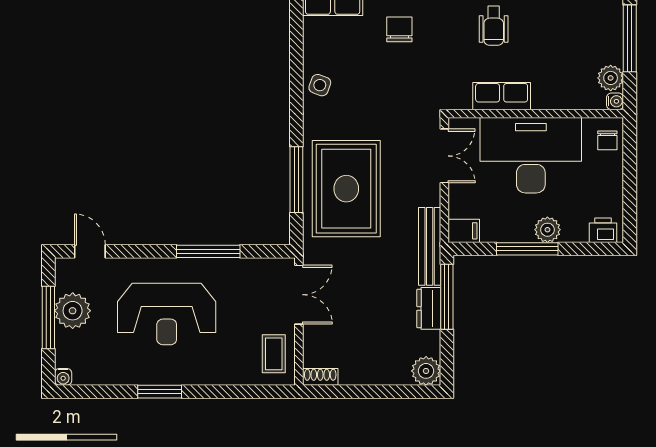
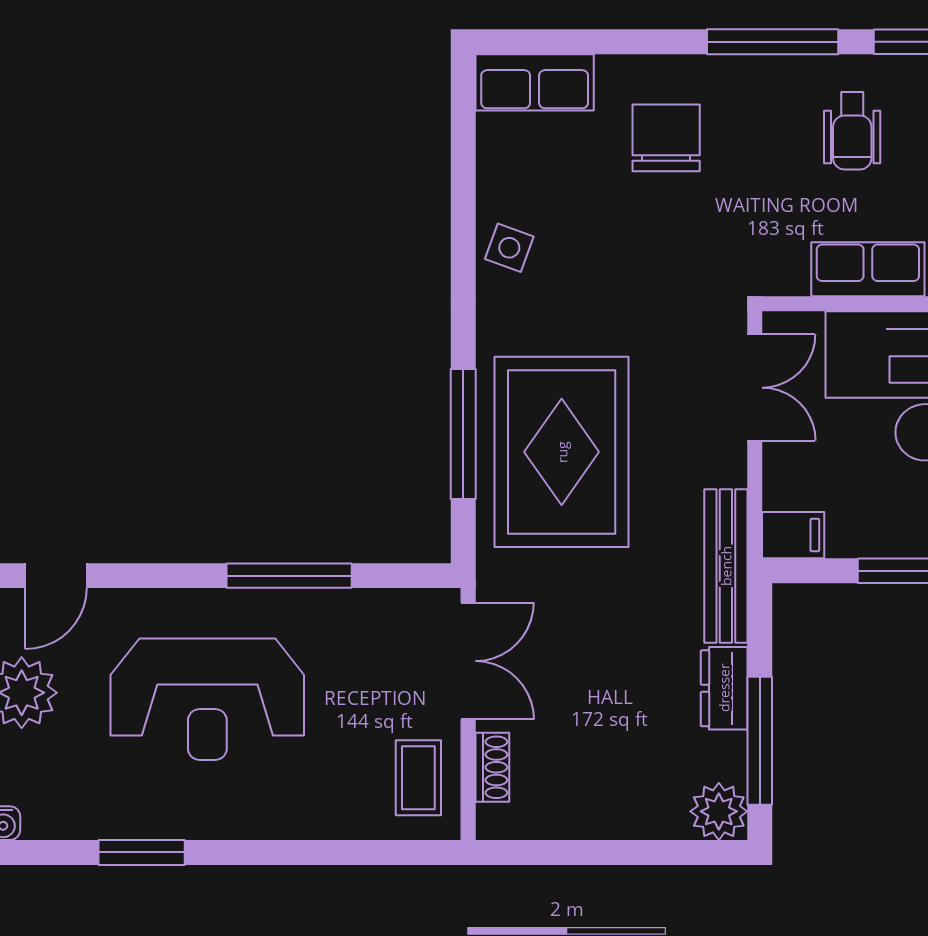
chair: (399, 29) -> (666, 138), width x1.37, depth x1.37
door: (90, 251) -> (56, 576), swing flipped
window: (447, 297) -> (760, 741), moved
shoe rack: (320, 377) -> (492, 767), moved, turned 90
window: (160, 392) -> (142, 852), moved

